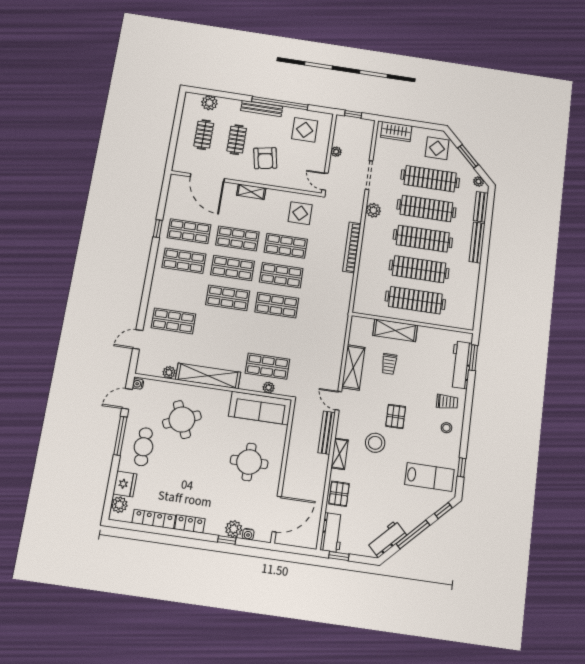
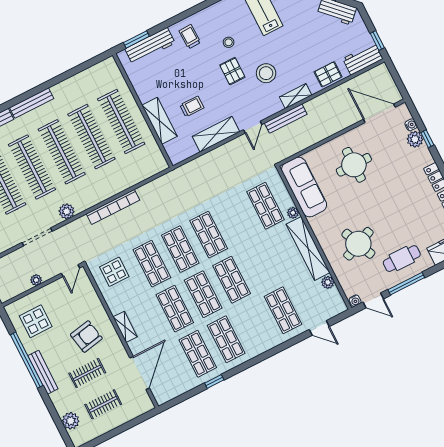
plant: (269, 388) -> (293, 213), moved
pallet: (396, 416) -> (232, 71), turned 90
stool: (446, 428) -> (229, 42), moved

